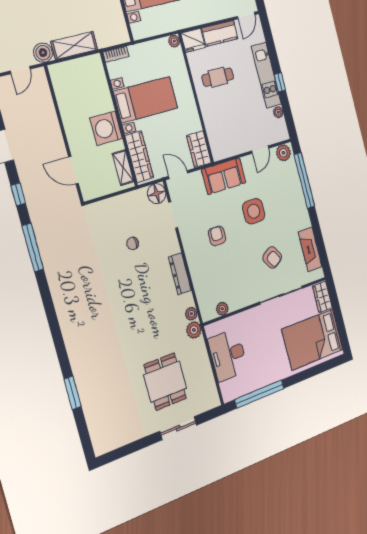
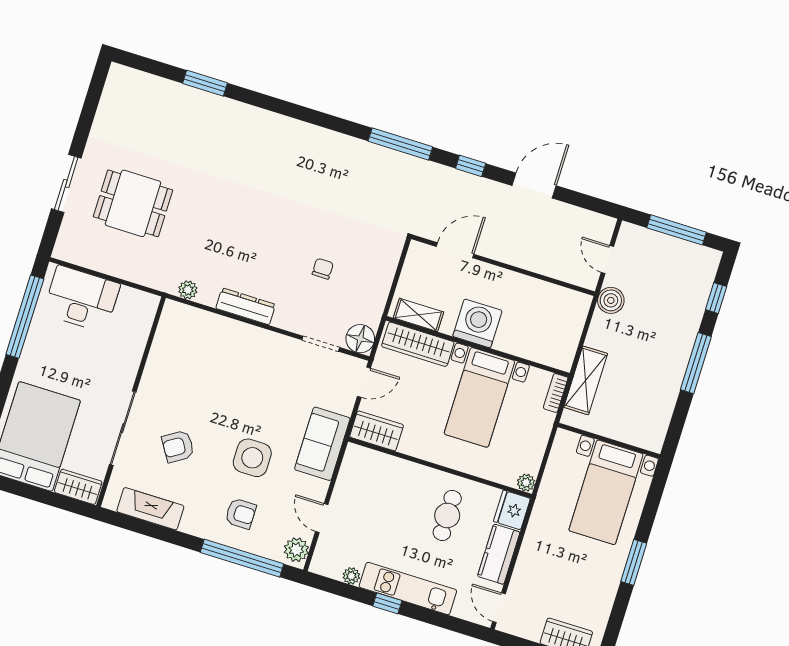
shelving: (74, 45) -> (586, 380), moved
armchair: (217, 236) -> (241, 514), moved
plant: (222, 309) -> (164, 335), removed
plant: (194, 330) -> (166, 280), removed
desk: (228, 355) -> (82, 299), moved

